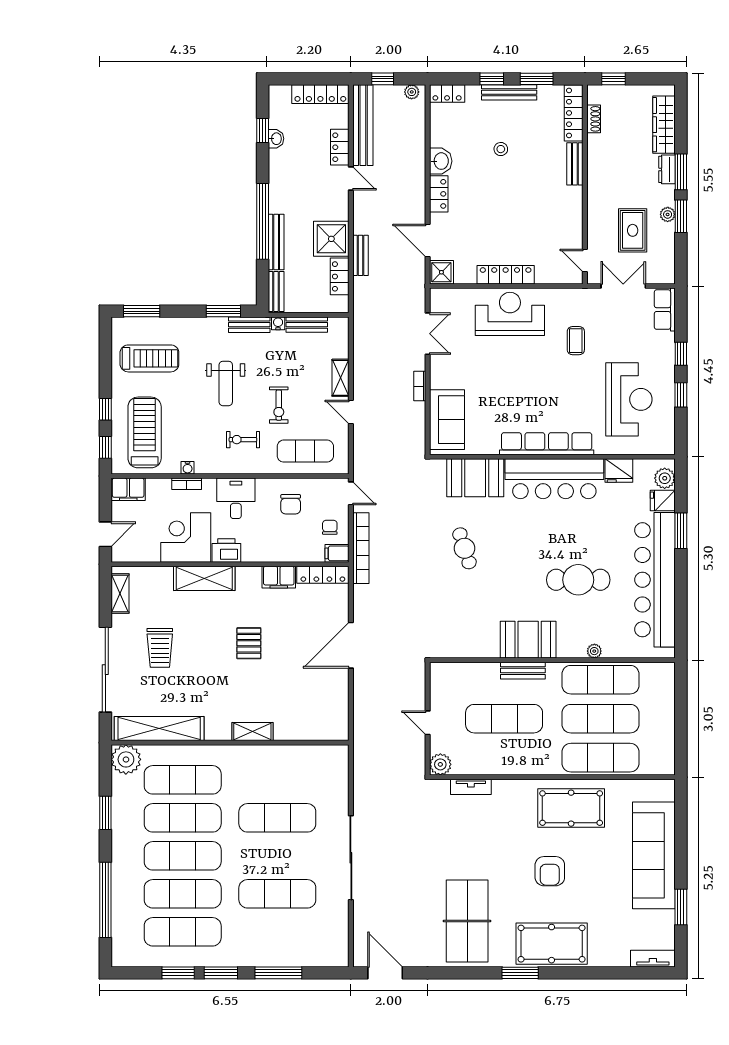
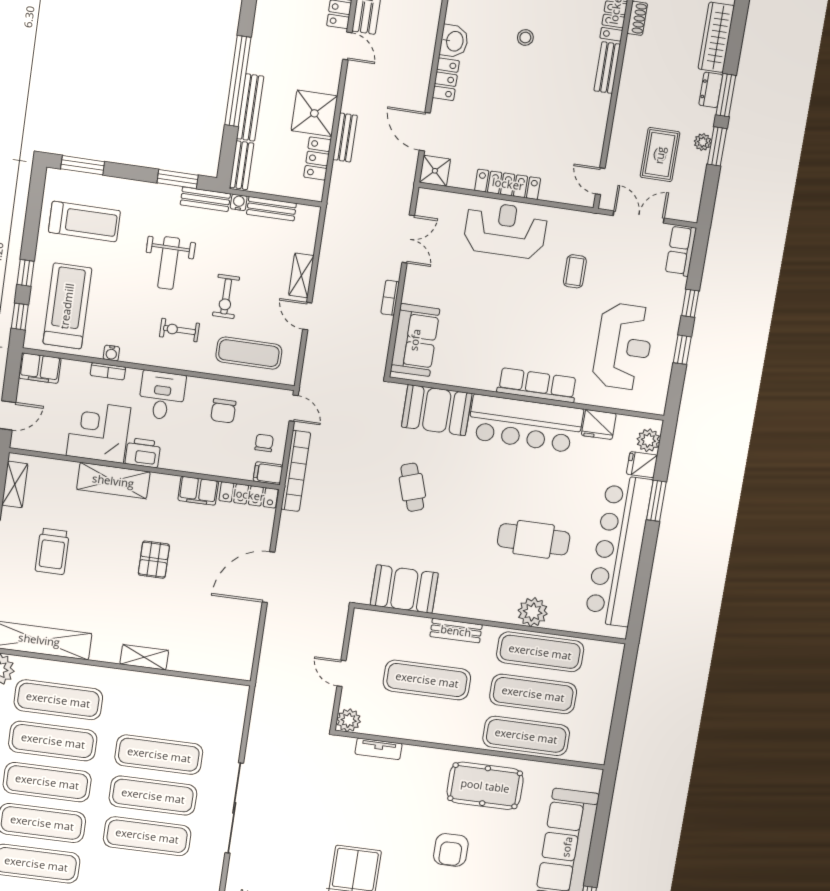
row of seats: (547, 444) -> (537, 385), width x0.73
booth: (528, 640) -> (404, 589), moved
plant: (594, 651) -> (533, 612), width x1.88, depth x1.88
exercise mat: (277, 856) -> (153, 796), added

